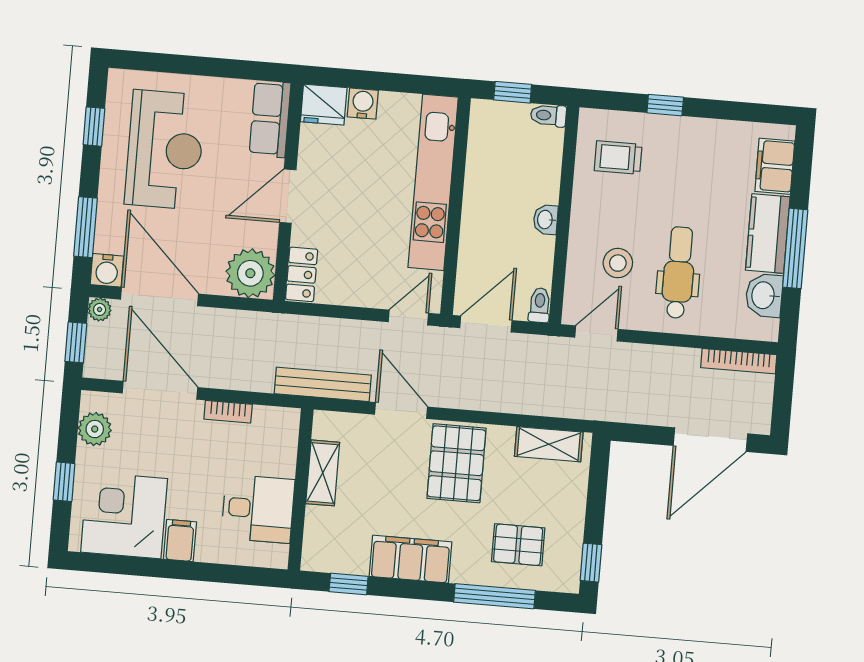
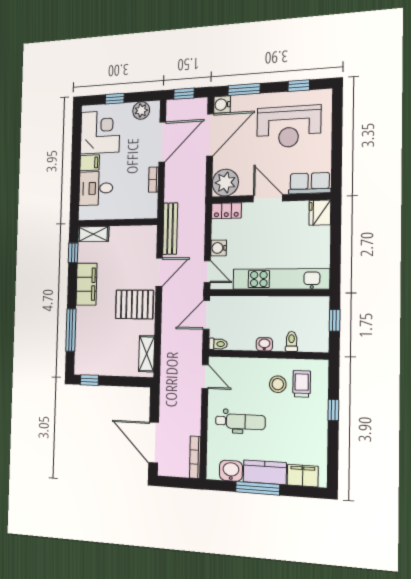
water cooler: (363, 104) -> (219, 248), moved, turned 180
toilet: (548, 115) -> (292, 342), moved
stool: (618, 263) -> (278, 384), moved
plant: (100, 309) -> (202, 104), removed
door: (486, 324) -> (206, 315), swing flipped
shelving: (323, 473) -> (93, 234), moved
desk: (258, 509) -> (96, 188), moved, turned 90
pallet: (518, 545) -> (96, 341), removed

